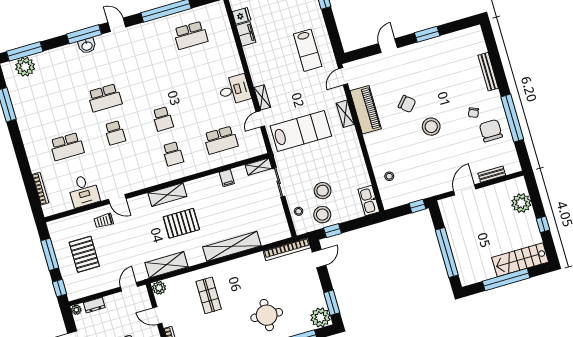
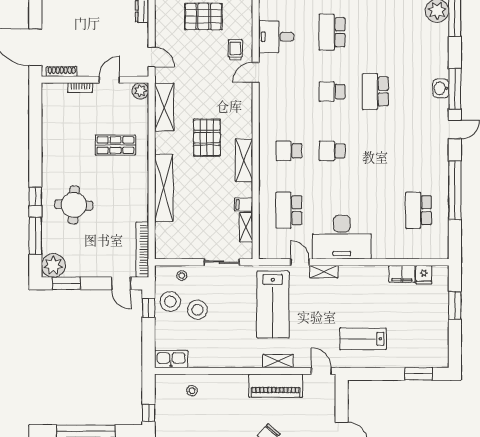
desk: (234, 90) -> (342, 237), width x1.87, depth x1.30
shelving: (259, 167) -> (246, 227), moved
shelving: (167, 195) -> (244, 160), moved

